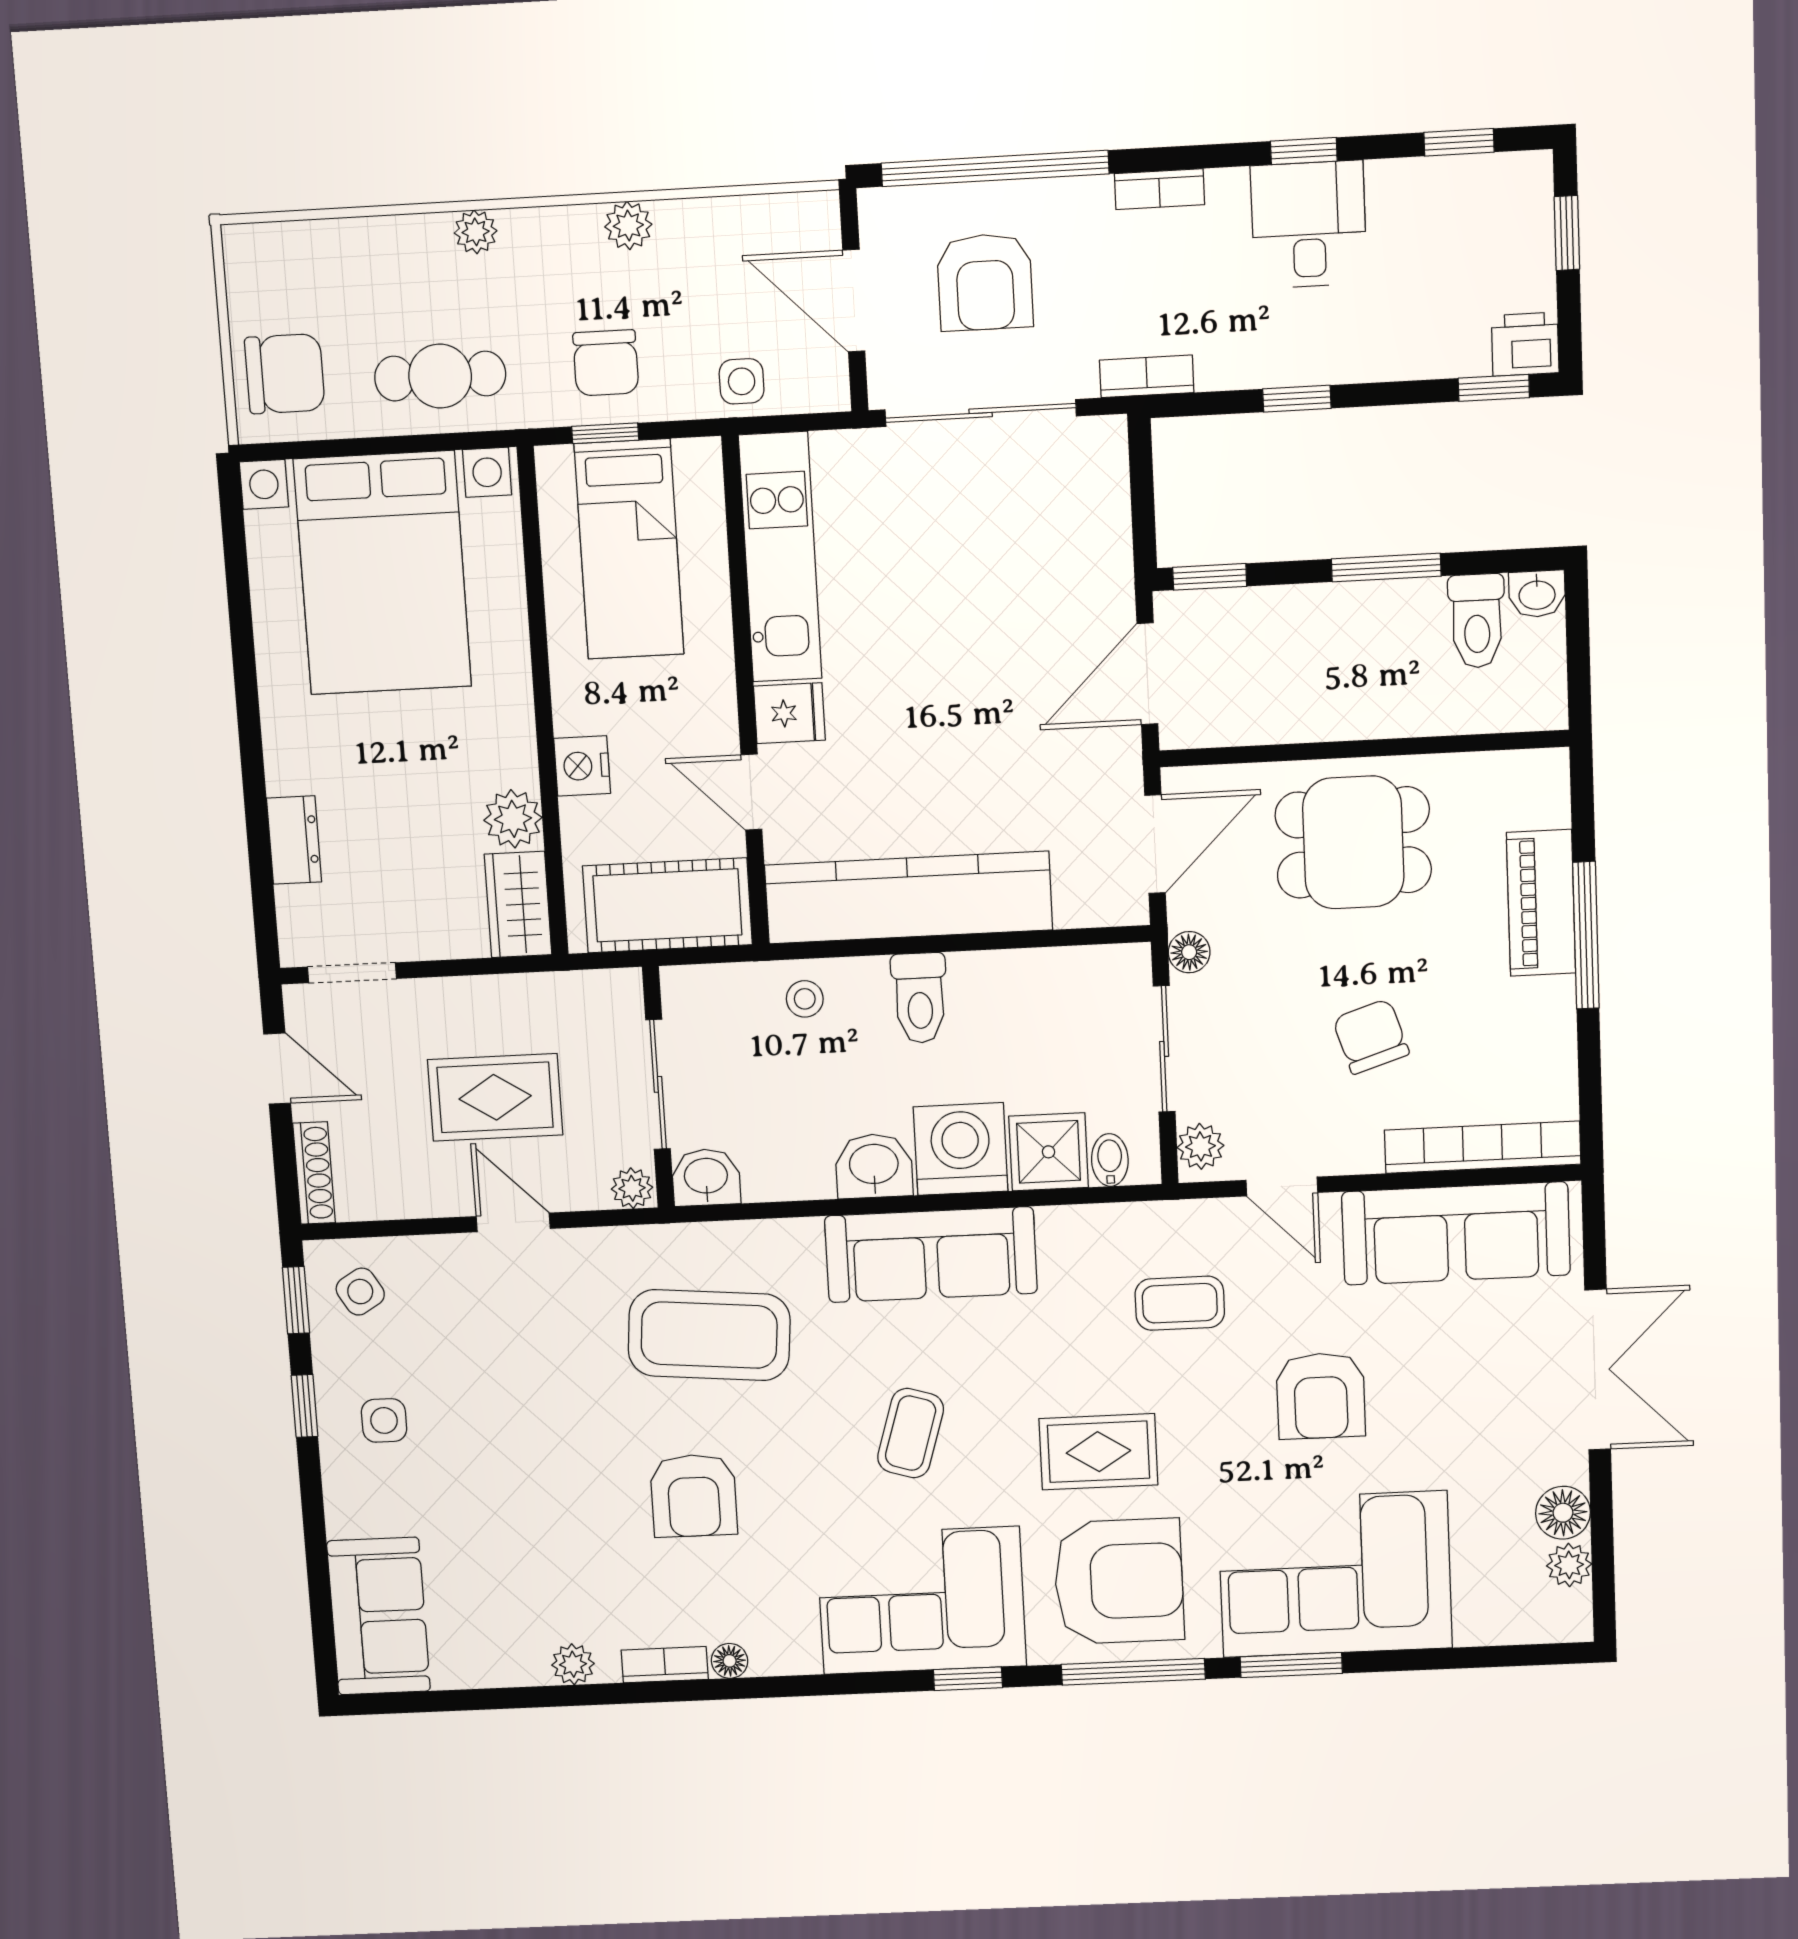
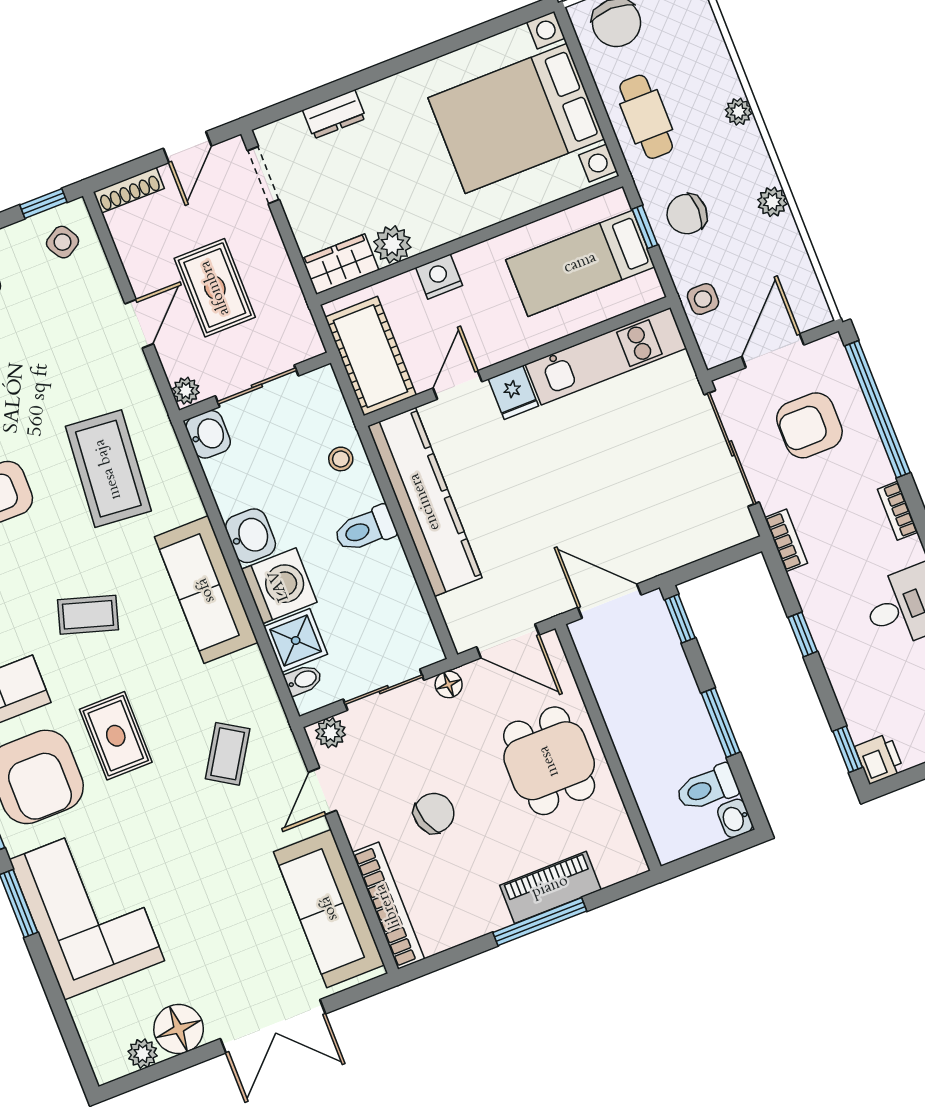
coffee table: (1180, 1303) -> (228, 754), turned 32
armchair: (1321, 1396) -> (198, 861), removed
floor lamp: (1563, 1513) -> (179, 1029), width x1.38, depth x1.38

